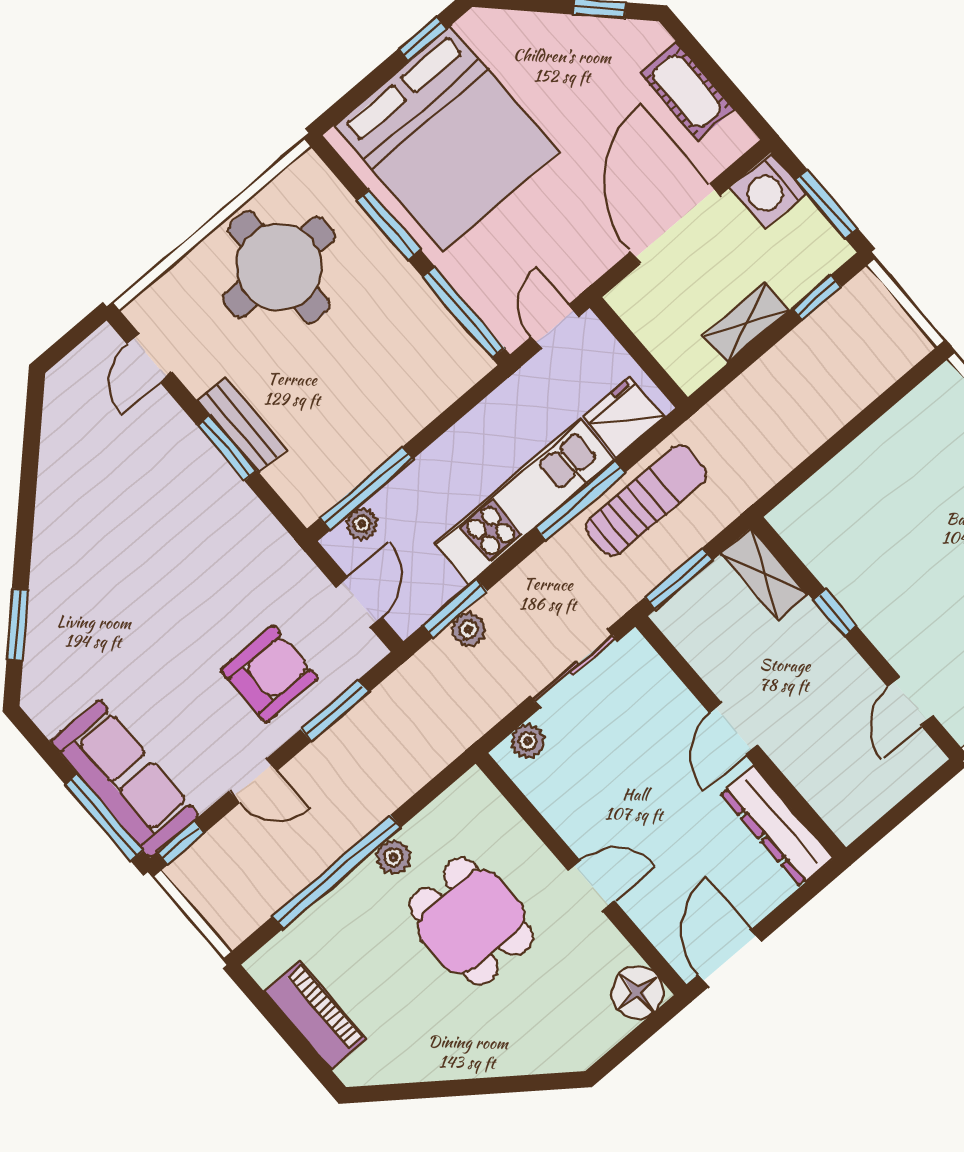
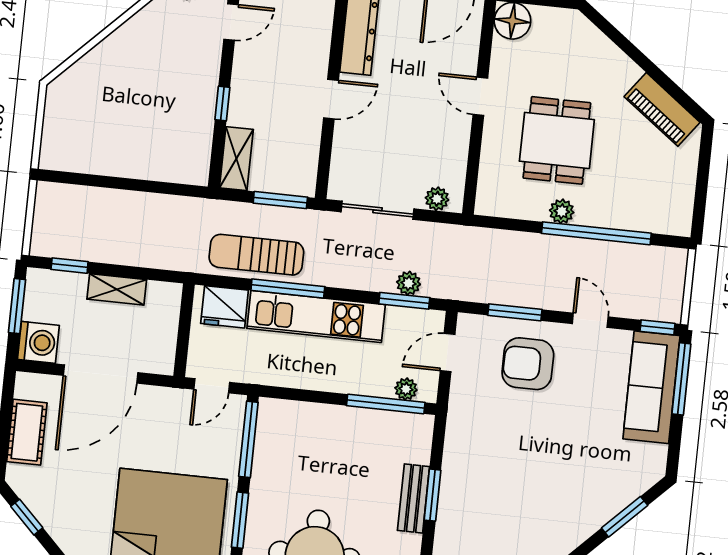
piano: (315, 1015) -> (662, 109), moved, turned -53

